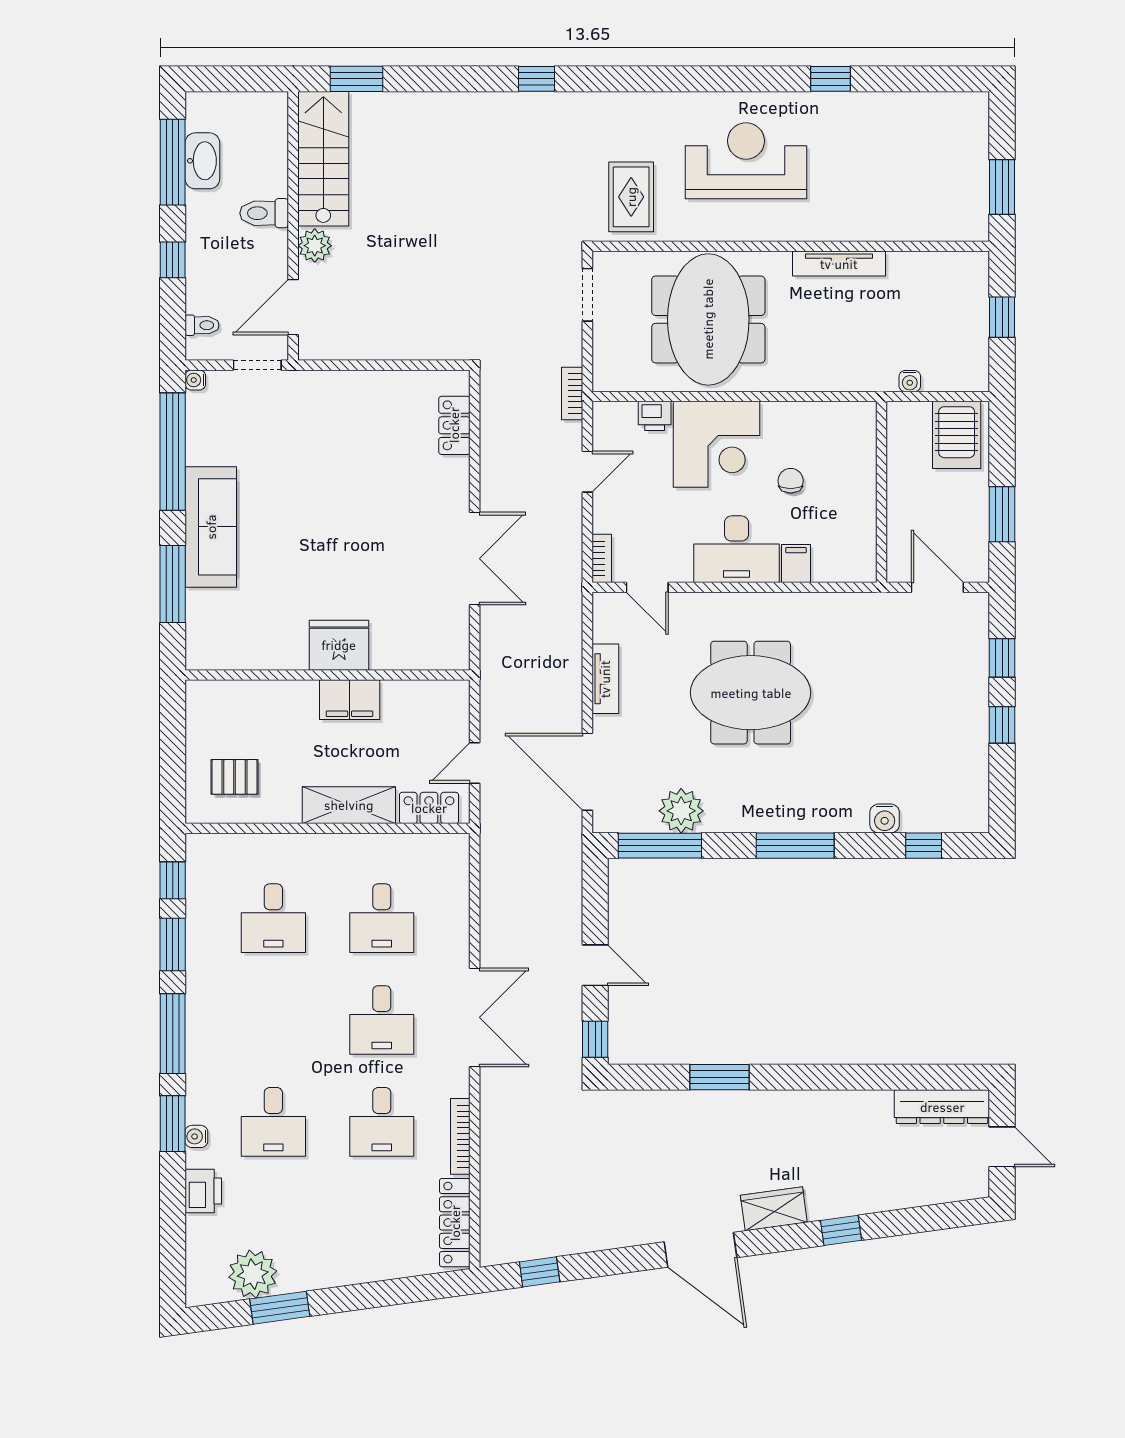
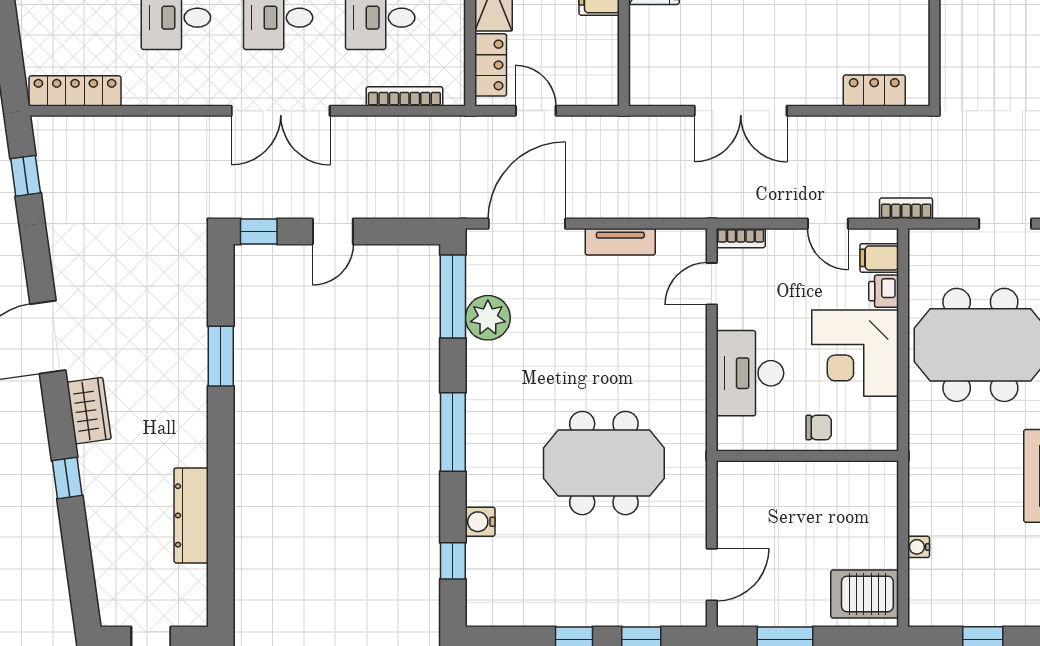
wall: (882, 492) -> (807, 456), moved
filing cabinet: (796, 564) -> (879, 258), moved, turned 180
meeting table: (751, 693) -> (604, 463), moved, turned 90
dresser: (942, 1107) -> (191, 515), moved
bookcase: (460, 1136) -> (404, 96), moved

